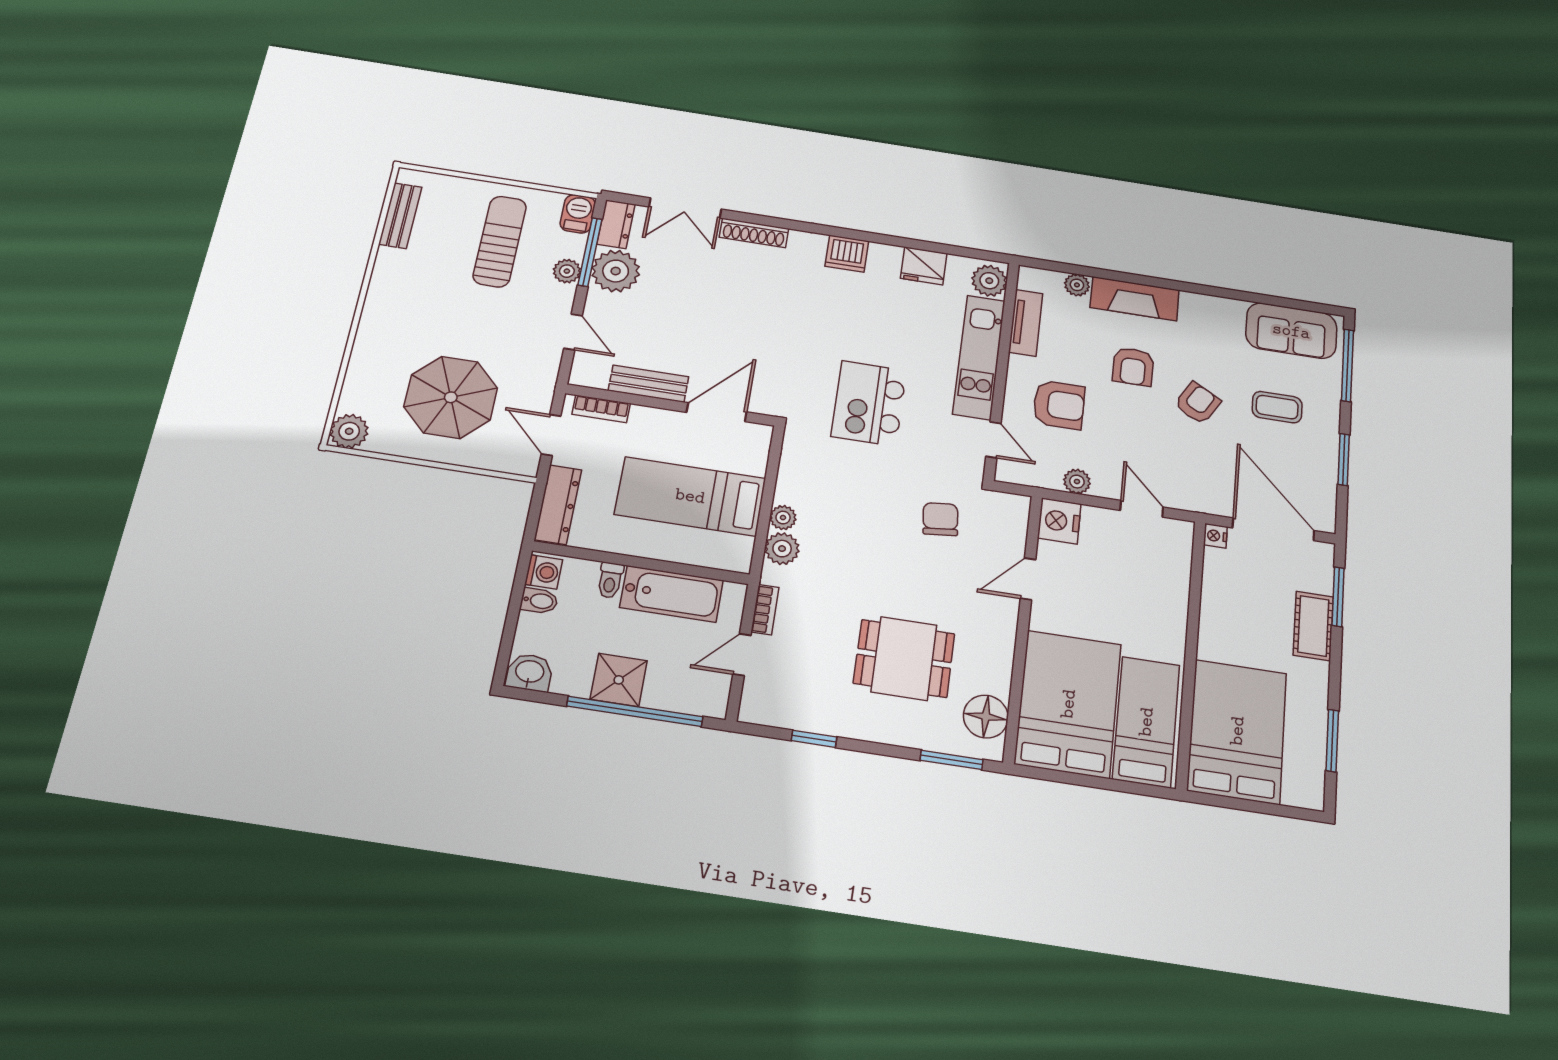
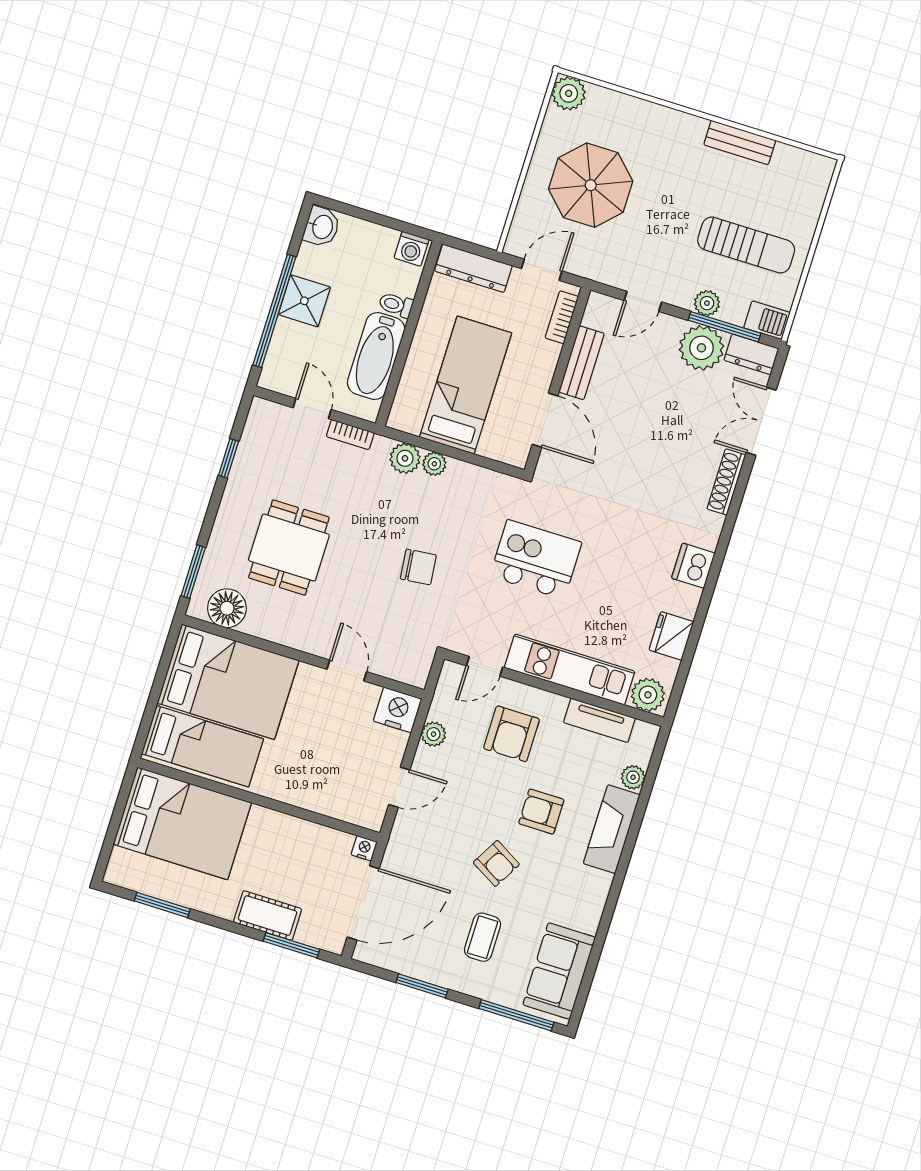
bench: (400, 216) -> (740, 143), moved
chair: (940, 519) -> (418, 567), moved
bidet: (539, 601) -> (385, 242), removed

